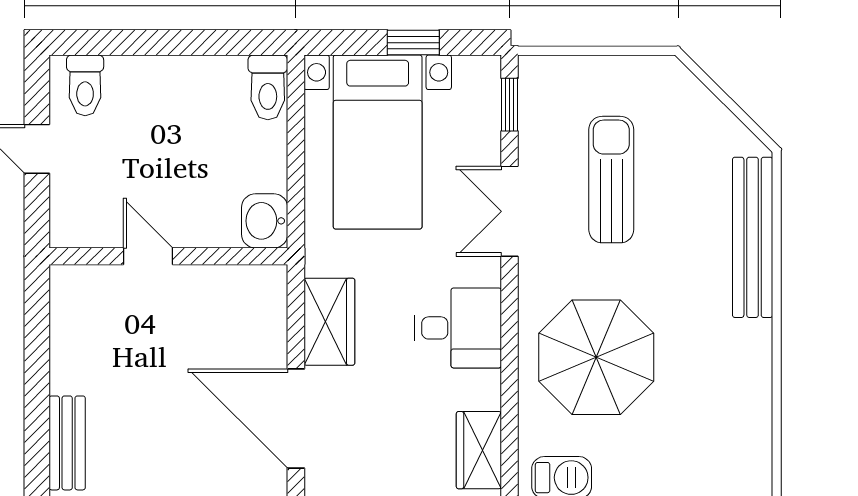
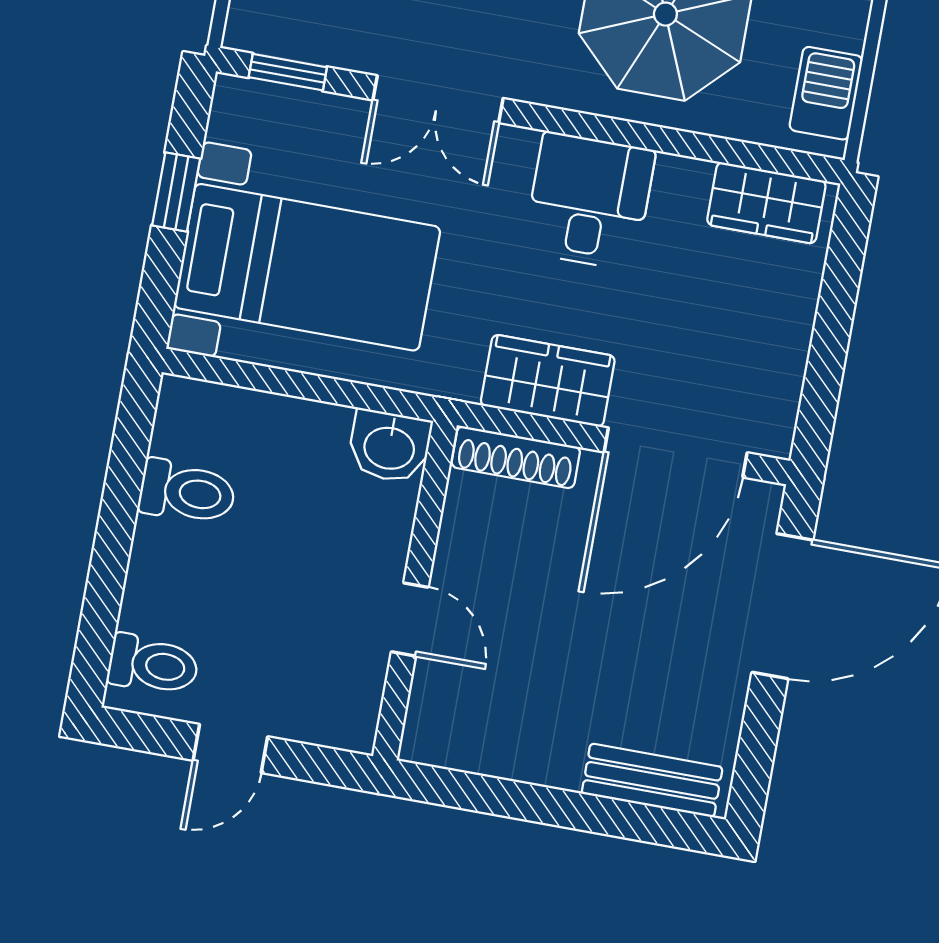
toilet: (268, 87) -> (187, 492), moved
door: (148, 256) -> (410, 619), swing flipped
shoe rack: (273, 309) -> (516, 457), added

